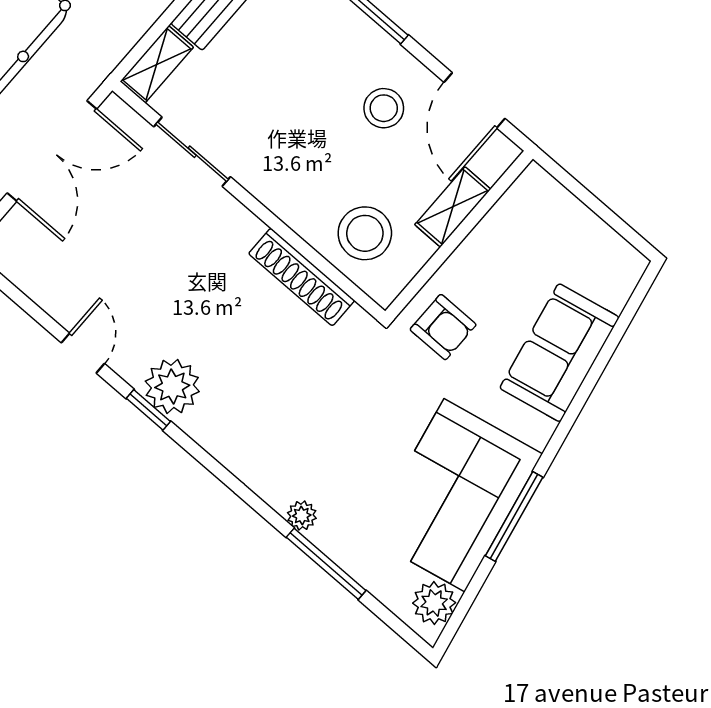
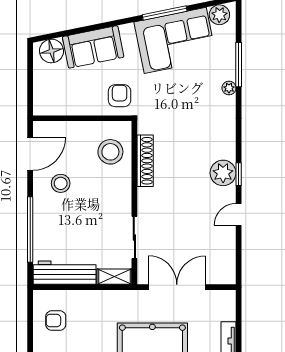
shelving: (453, 207) -> (74, 129), removed
floor lamp: (611, 279) -> (51, 51), added

